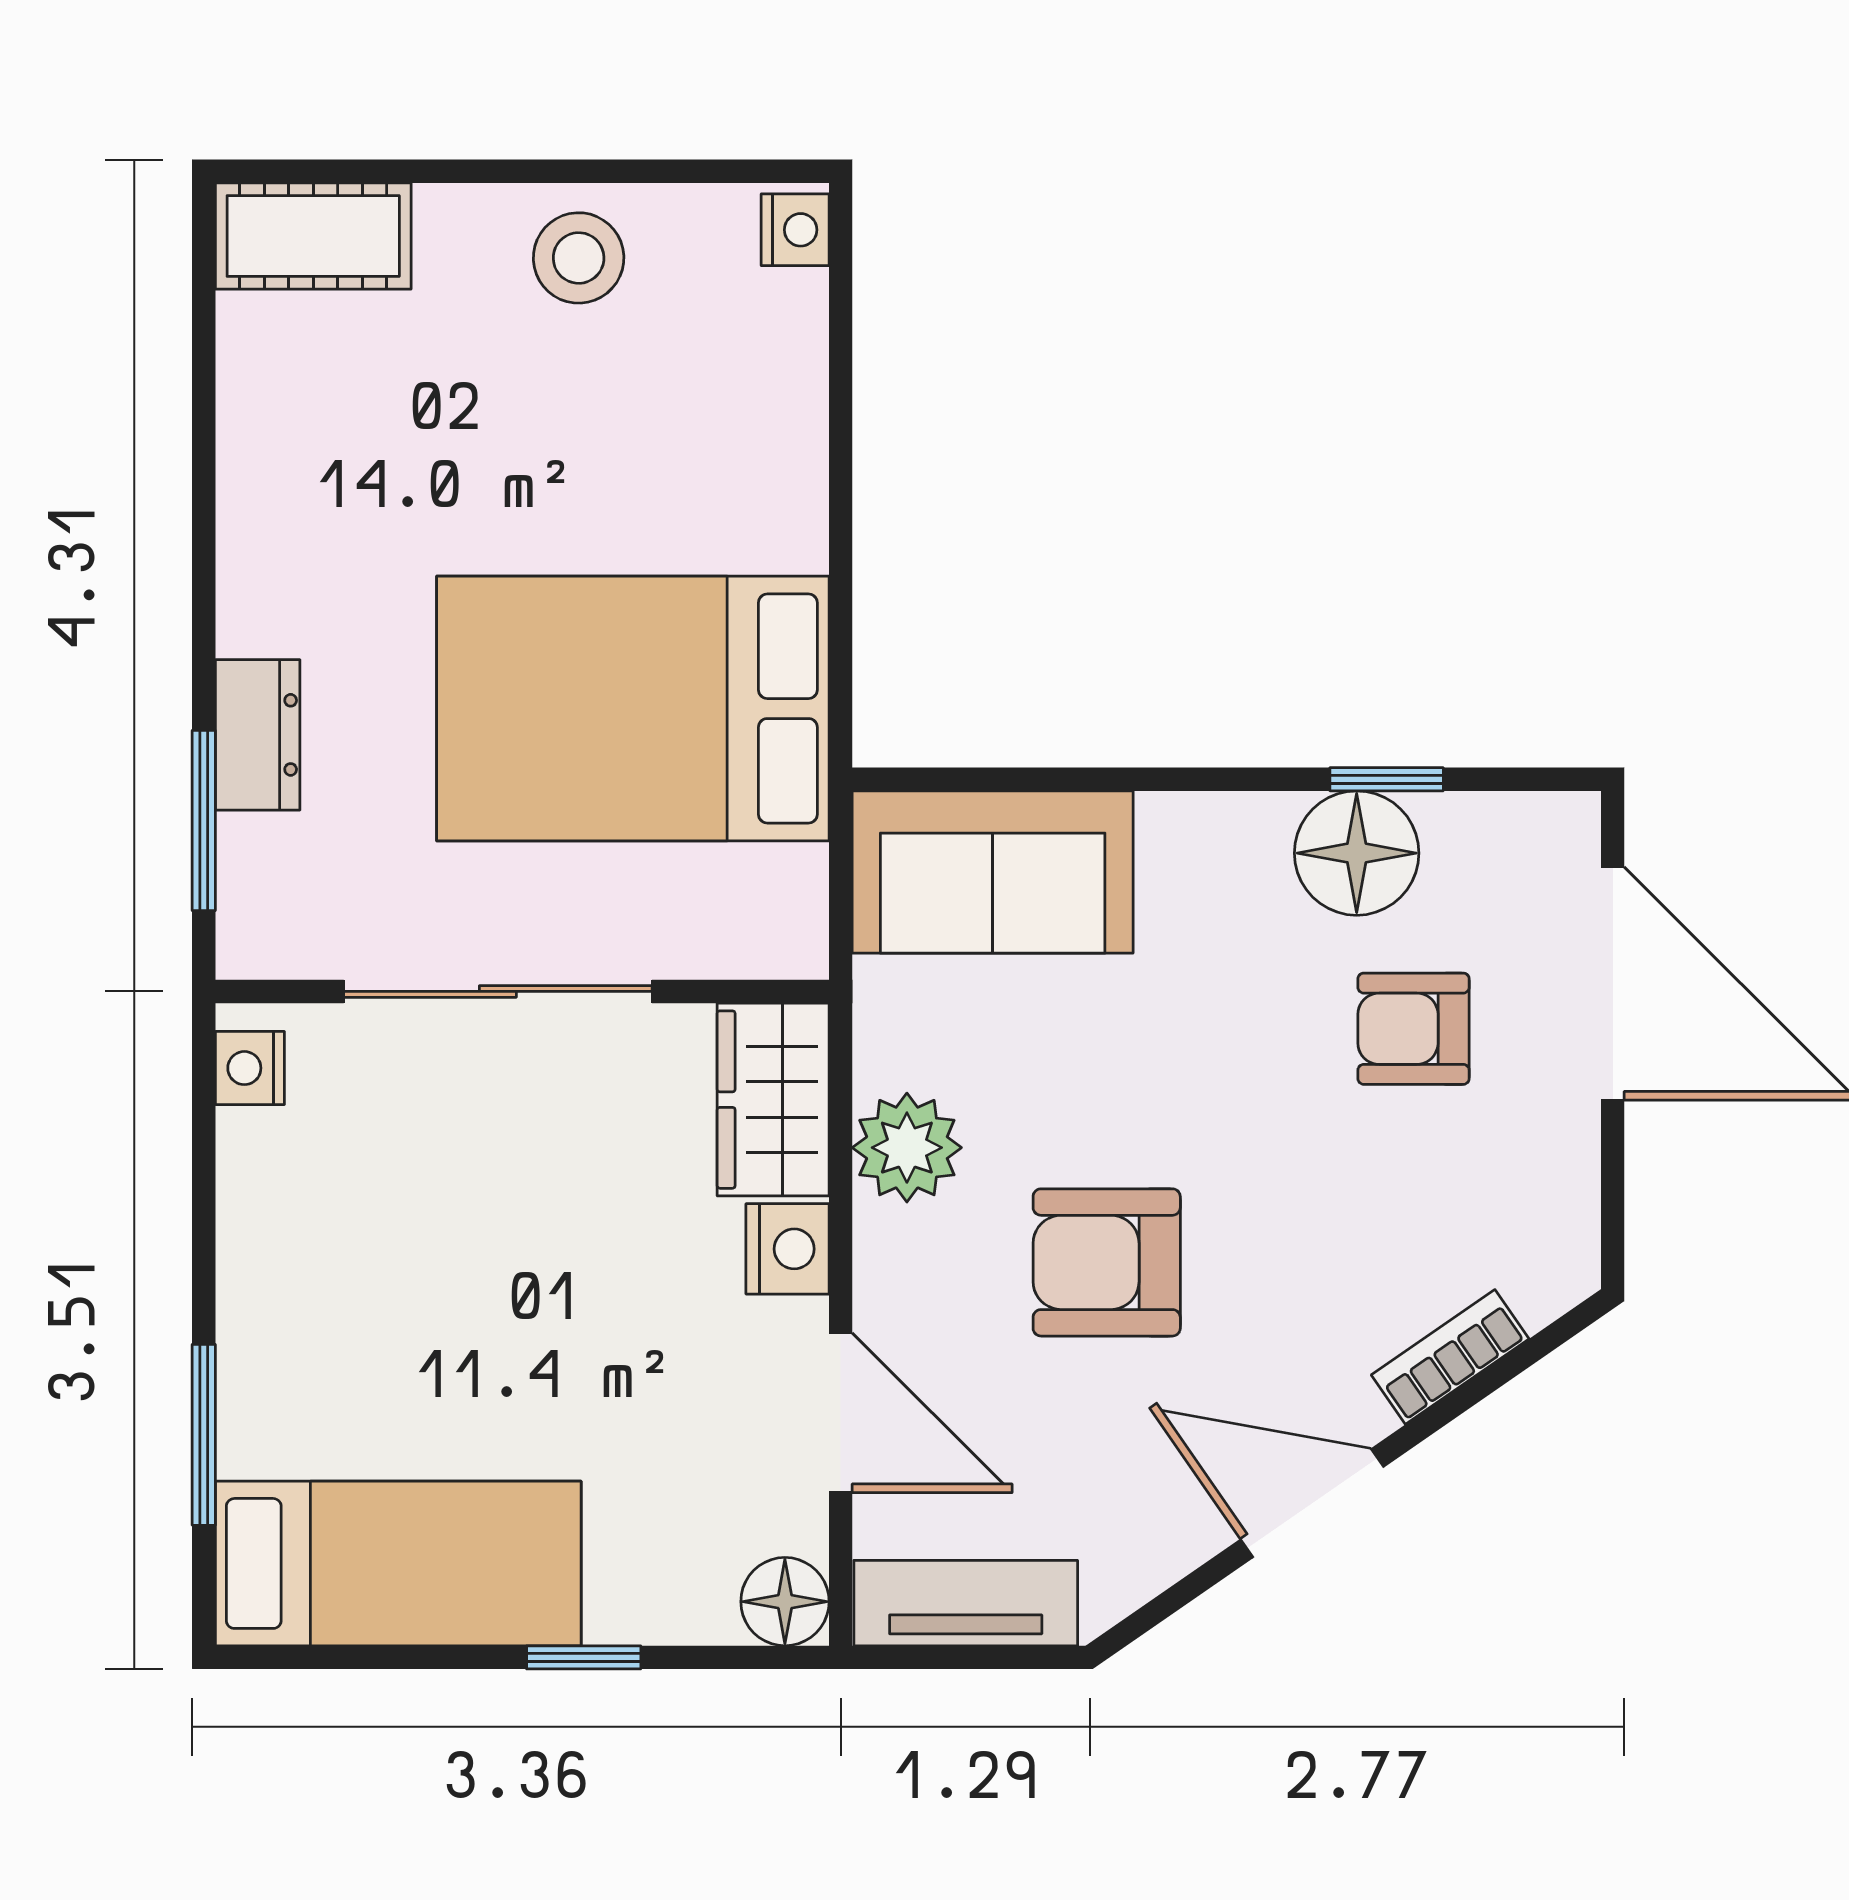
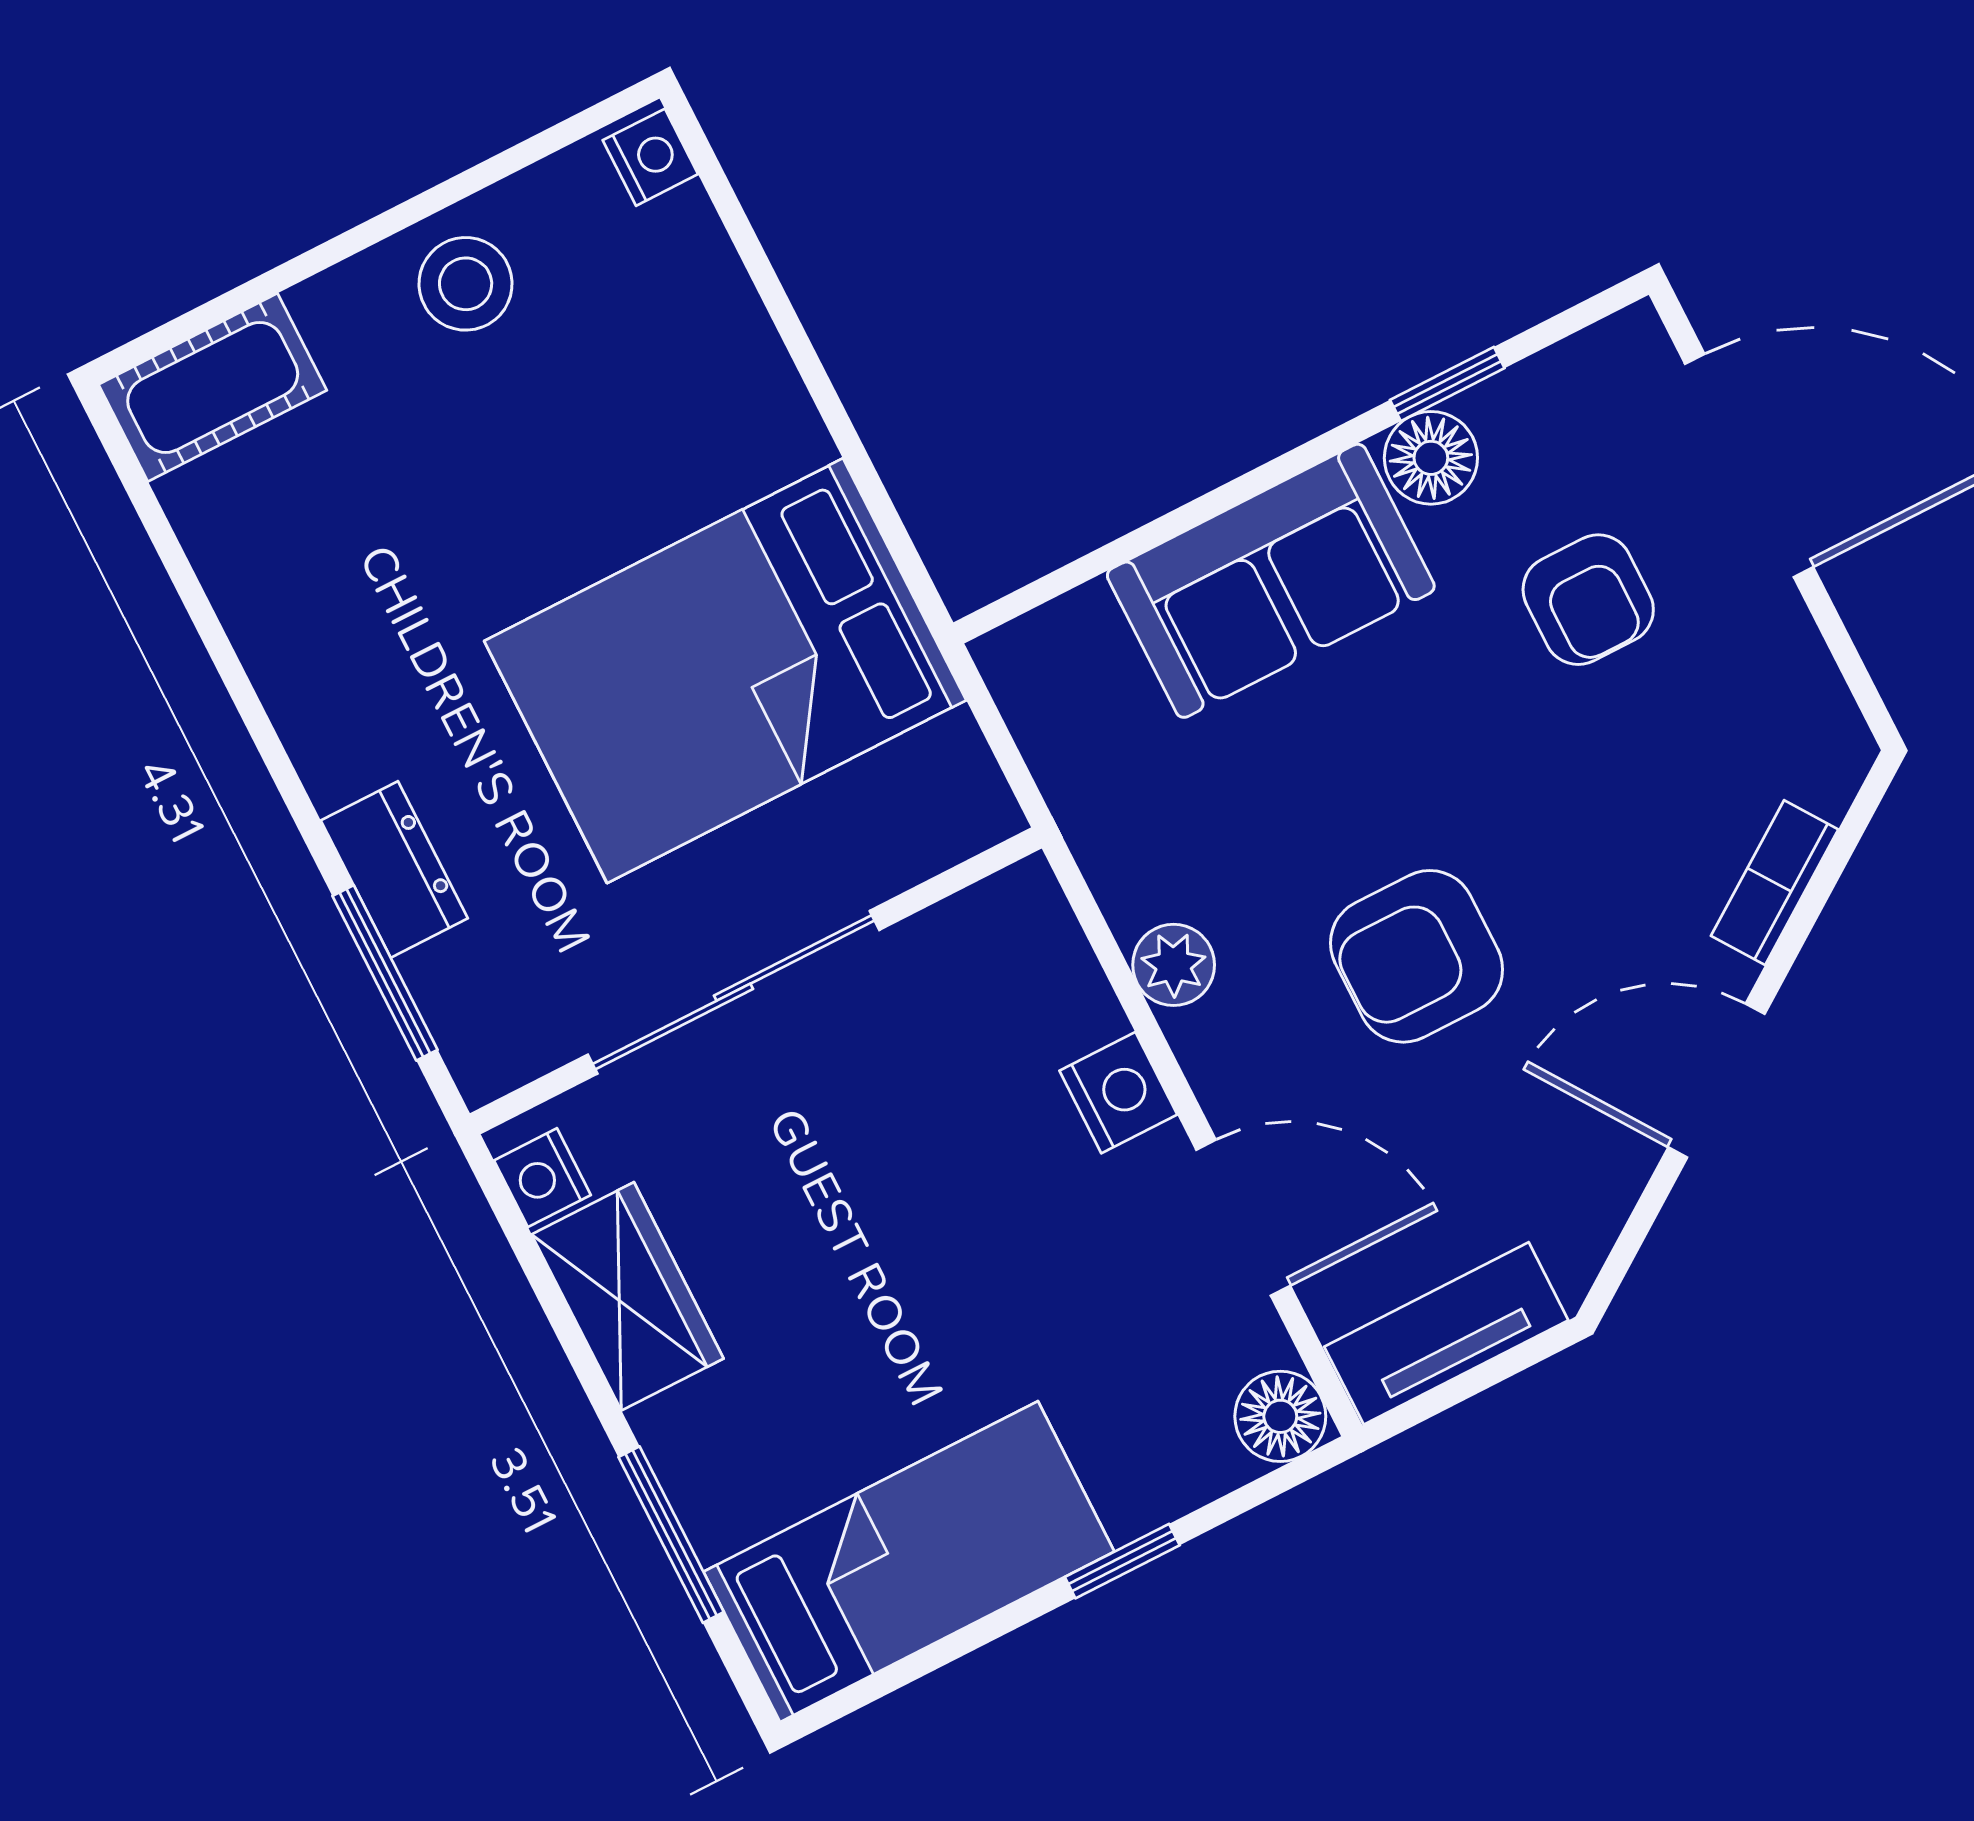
floor lamp: (1357, 853) -> (1431, 458), width x0.73, depth x0.73
sofa: (993, 872) -> (1271, 581), moved
armchair: (1414, 1029) -> (1588, 600), turned -90
wardrobe: (773, 1100) -> (628, 1296), moved, turned 180
plant: (907, 1148) -> (1174, 965), width x0.73, depth x0.73

